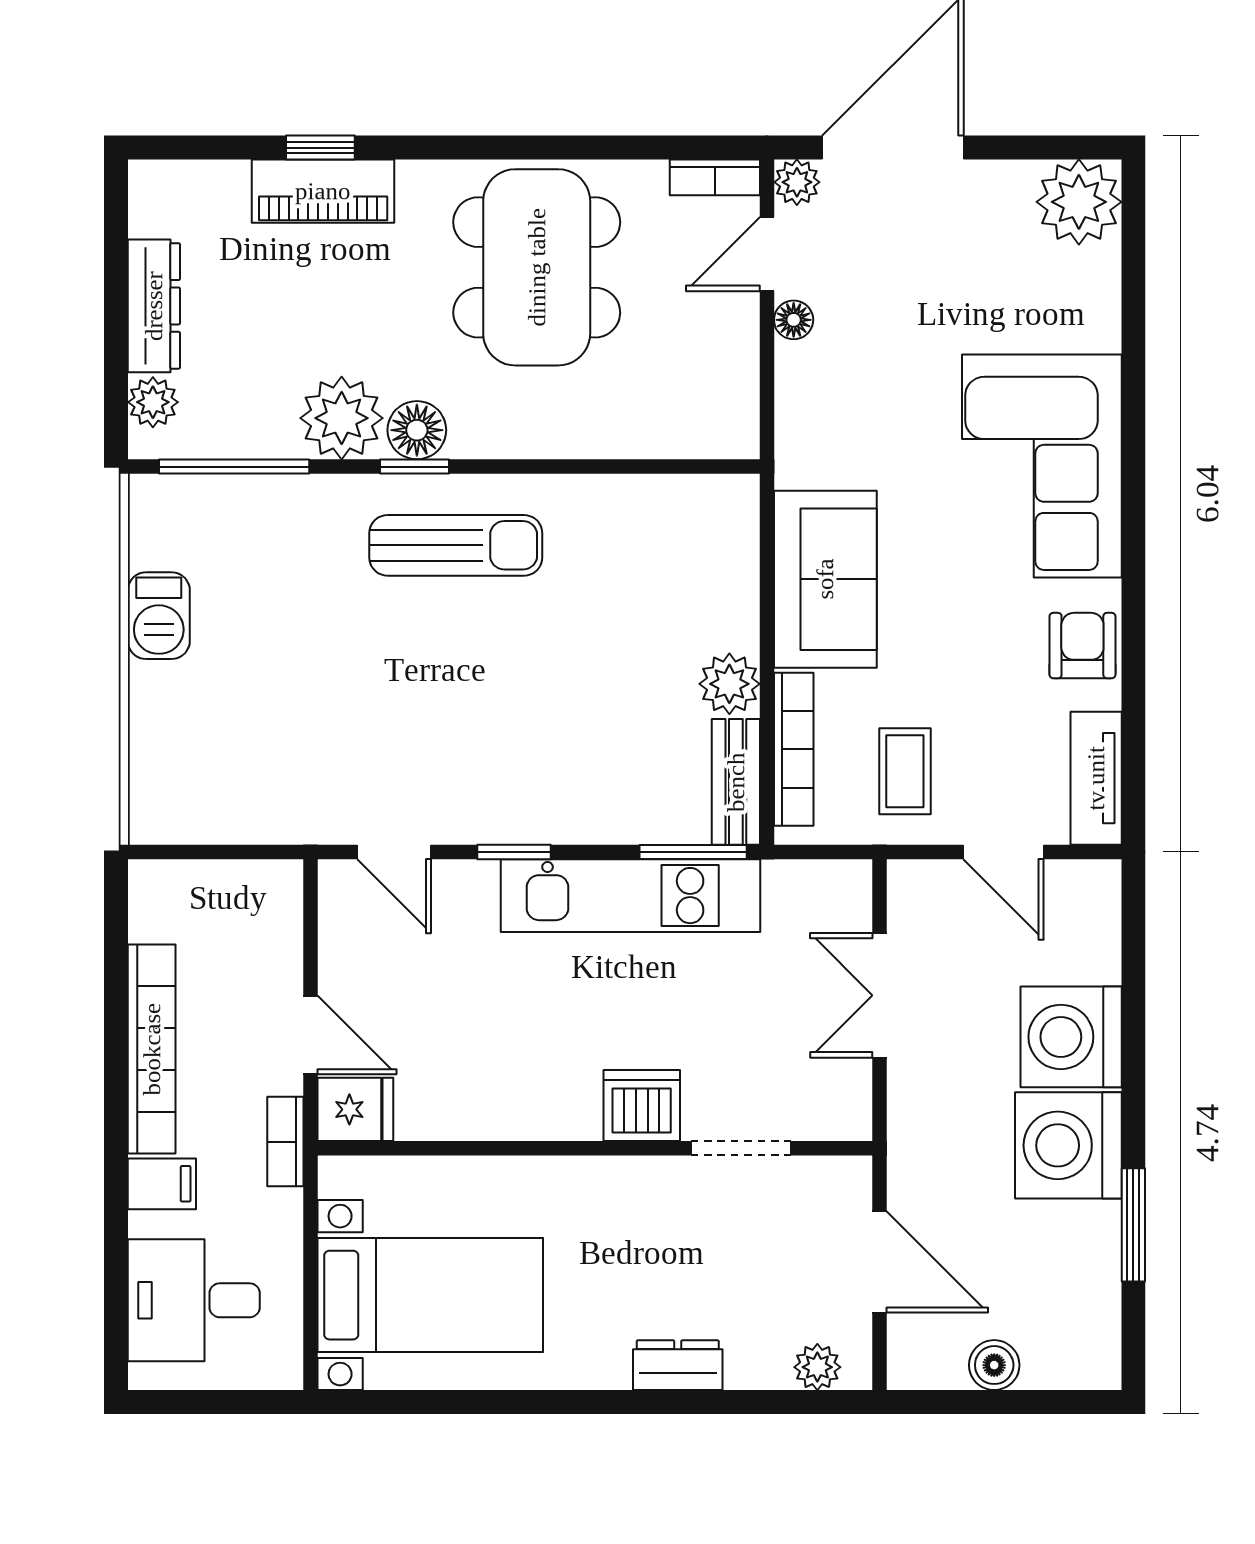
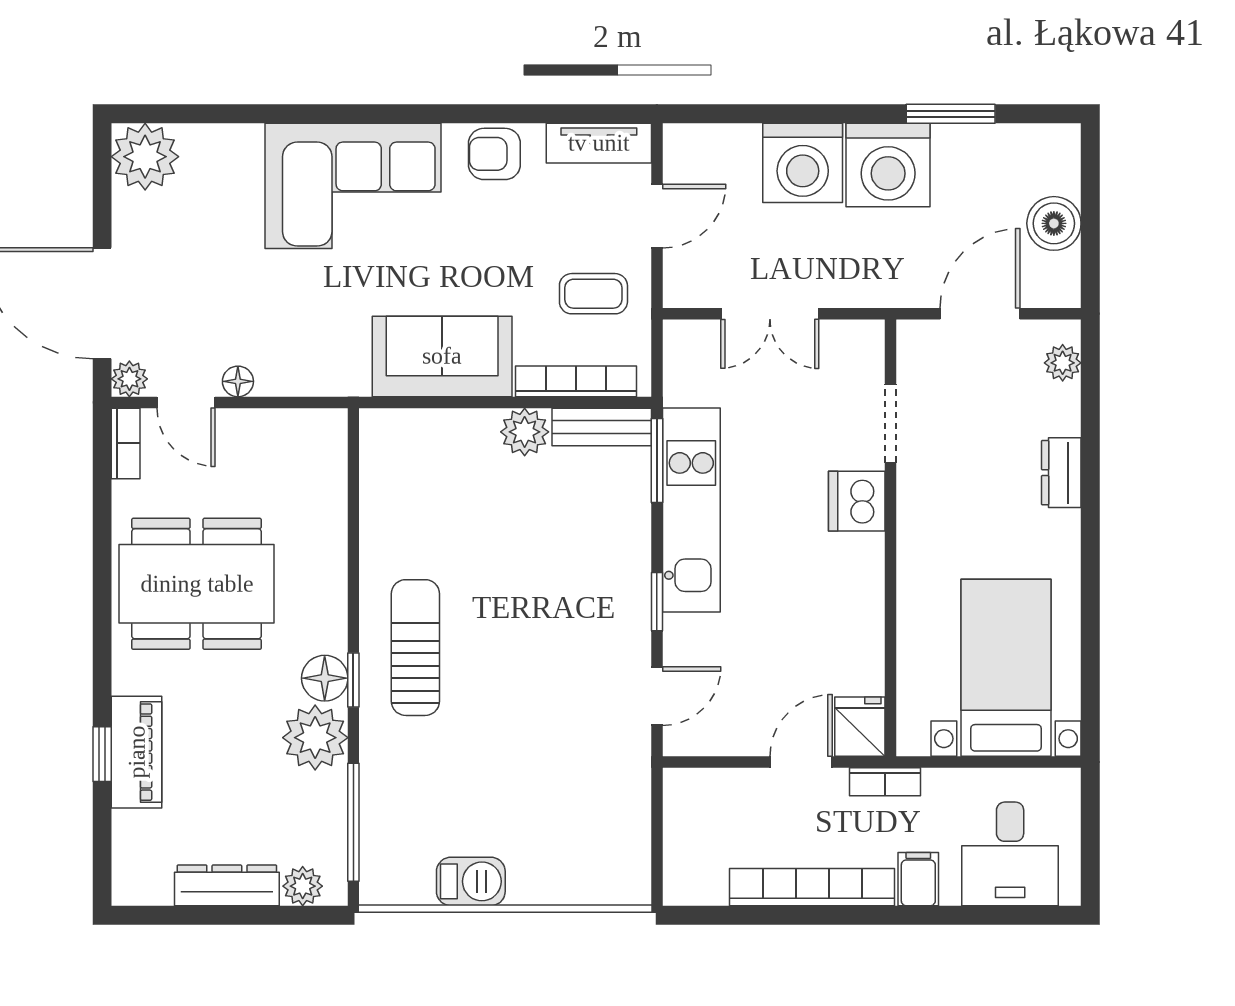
boiler: (994, 1365) -> (1054, 223), width x1.36, depth x1.36

